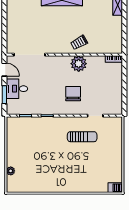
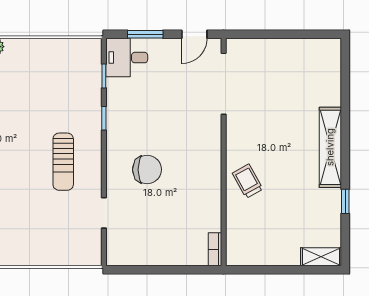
plant: (79, 64) -> (206, 180), removed
desk: (17, 89) -> (127, 58), moved, turned -90
sun lounger: (82, 137) -> (63, 162), moved

